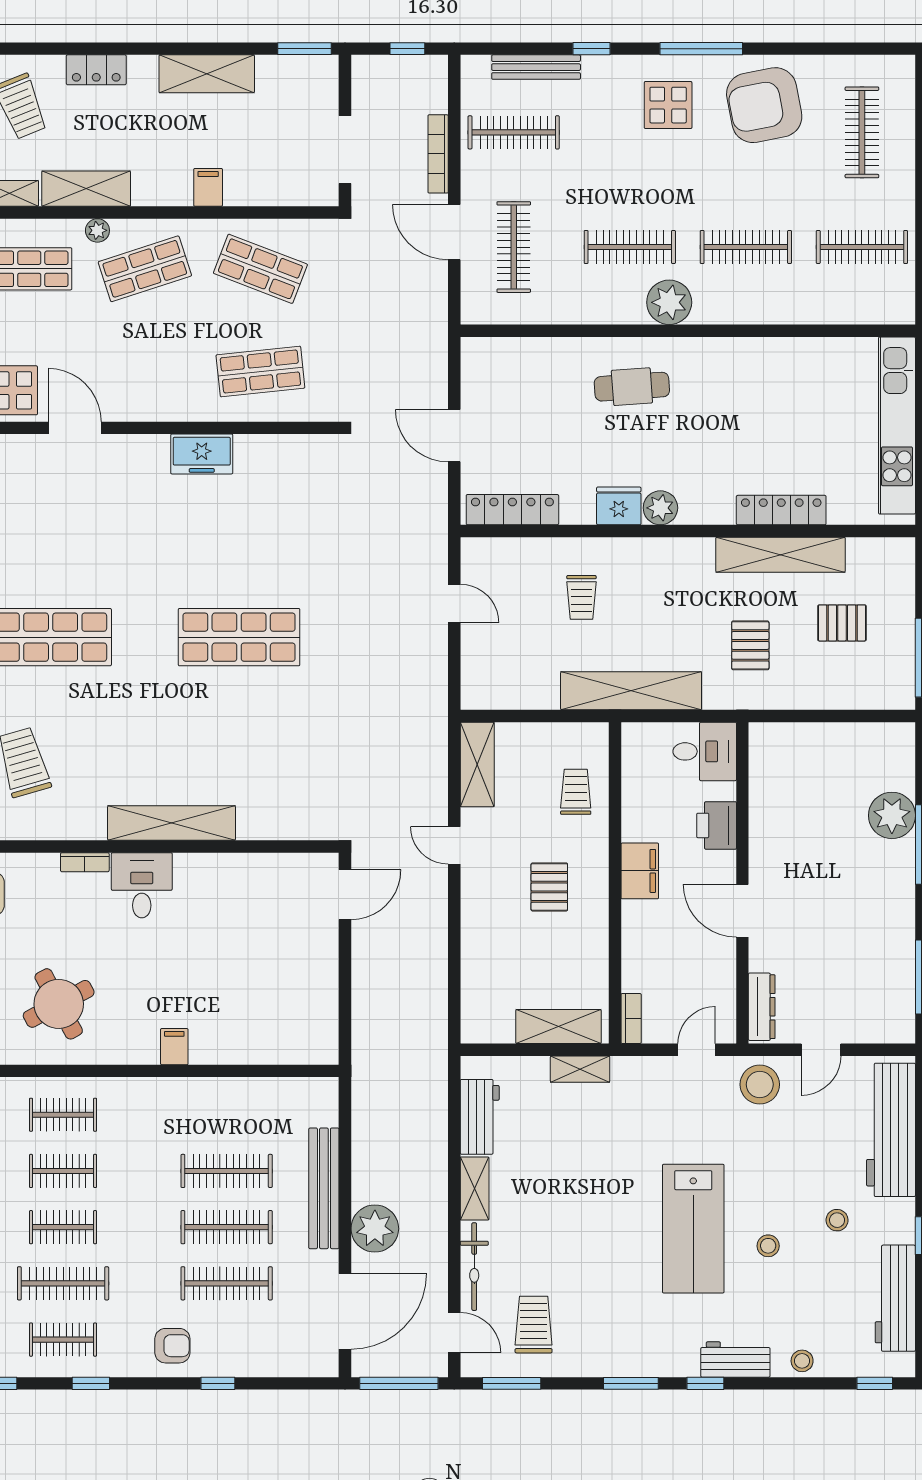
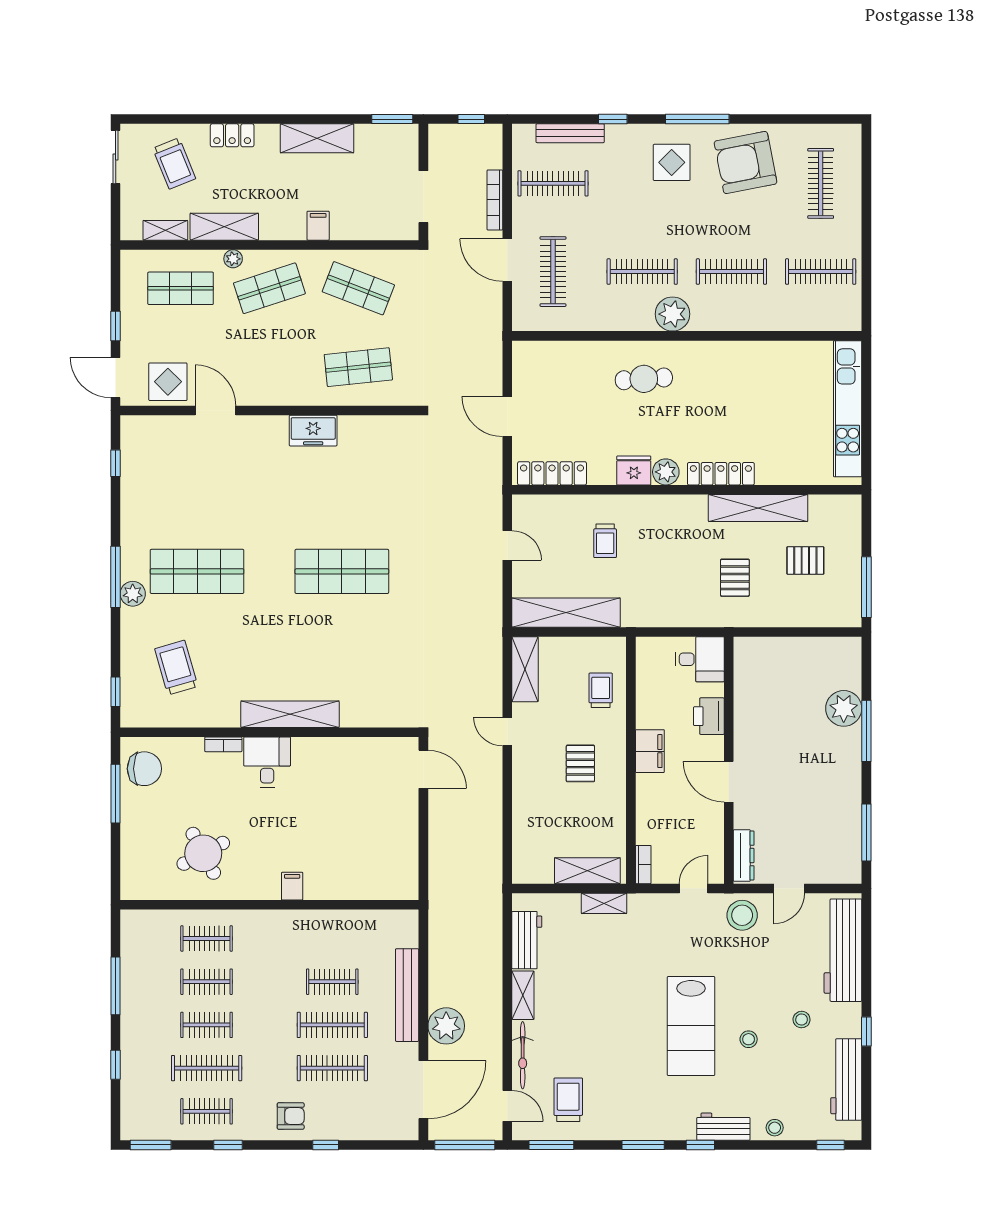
locker: (781, 510) -> (721, 474), moved
shelving: (631, 691) -> (566, 613), moved
door: (345, 895) -> (423, 769), hinge flipped
clothes rail: (227, 1171) -> (332, 982), width x0.73

